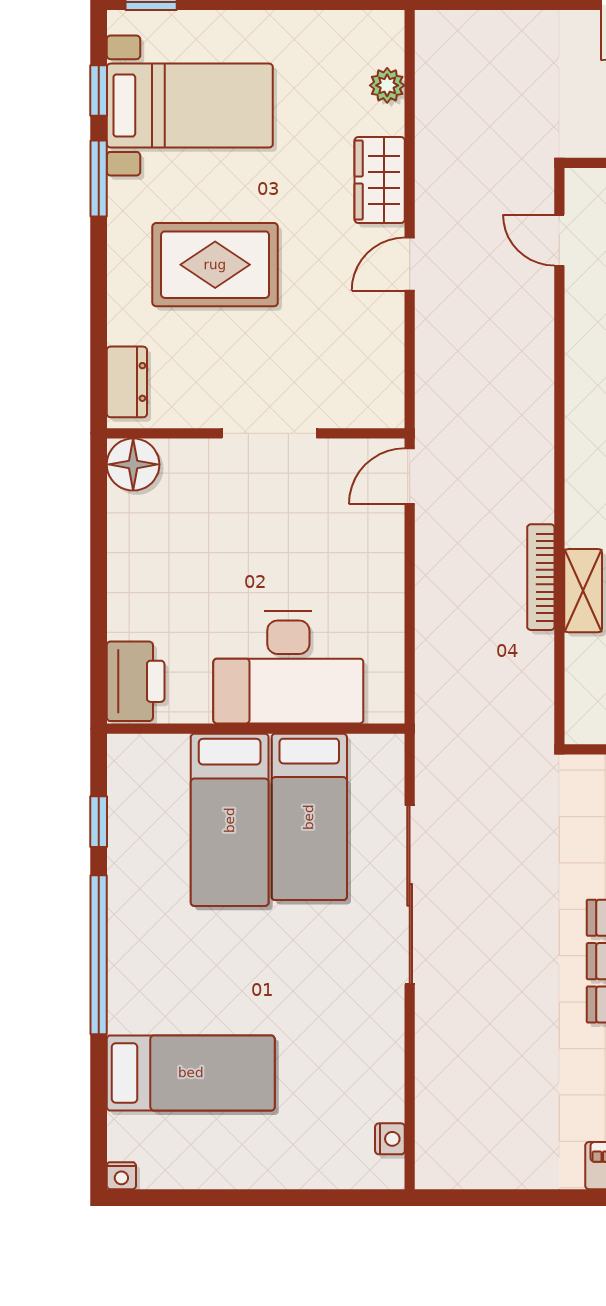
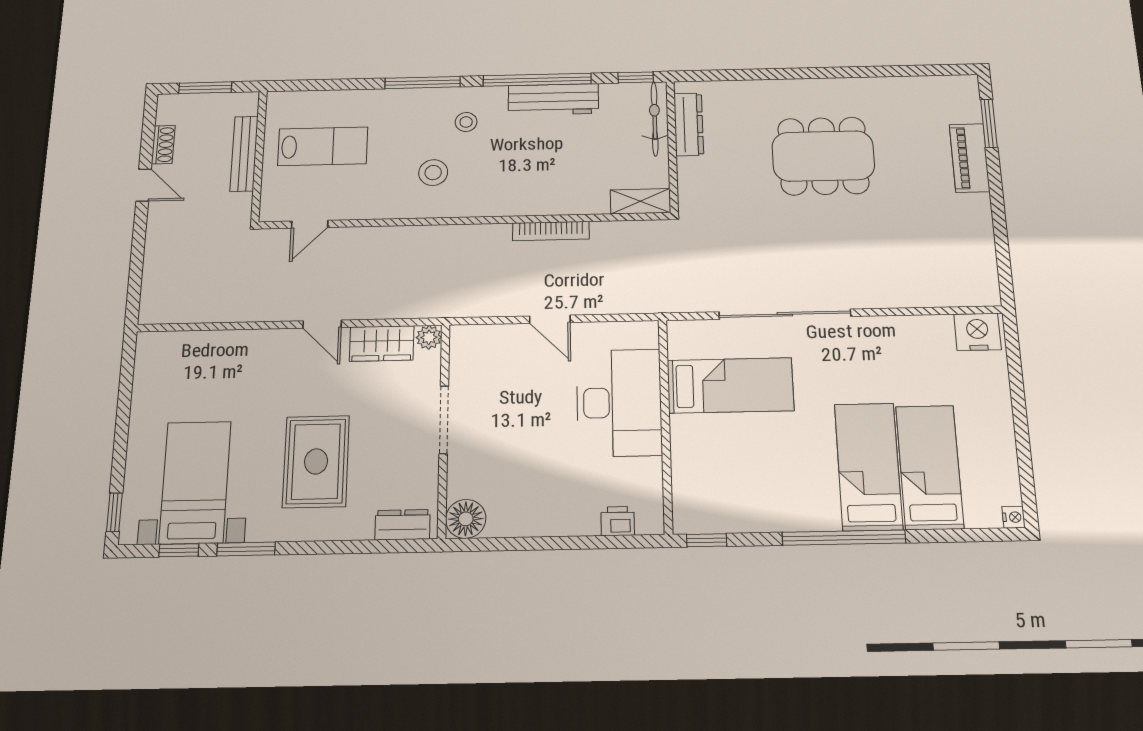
plant: (387, 85) -> (429, 337), moved
wardrobe: (380, 180) -> (382, 343), moved
door: (410, 476) -> (550, 319), moved
shelving: (583, 591) -> (641, 201), moved
printer: (136, 681) -> (618, 521), width x0.53, depth x0.68
bed: (230, 820) -> (868, 467), moved, turned -90
window: (99, 822) -> (707, 540), moved
nightstand: (390, 1139) -> (977, 332), width x1.89, depth x1.79

